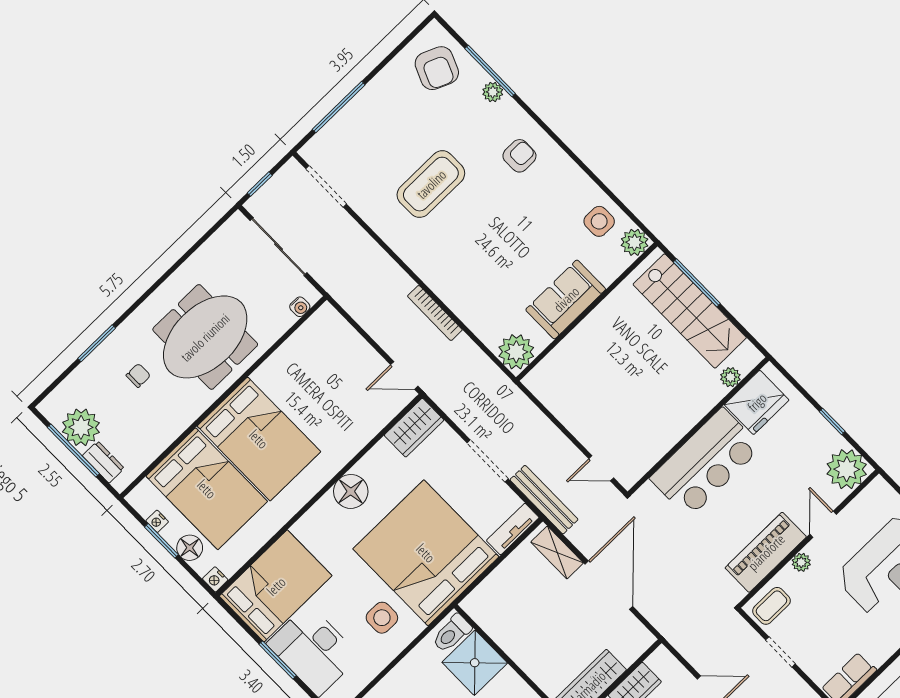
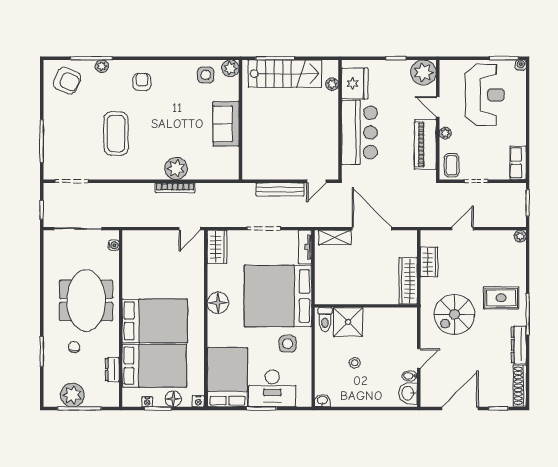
plant: (516, 352) -> (176, 168), moved
dresser: (103, 462) -> (112, 370), moved, turned -90
bench: (544, 500) -> (280, 189), moved

